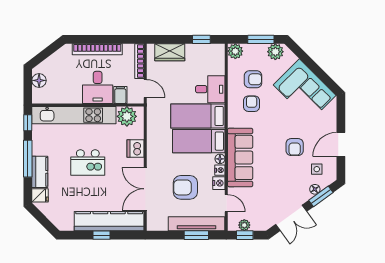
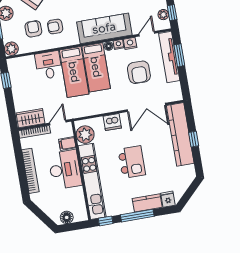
wardrobe: (170, 52) -> (30, 118), moved, turned -90
desk: (98, 87) -> (65, 170), width x1.37

